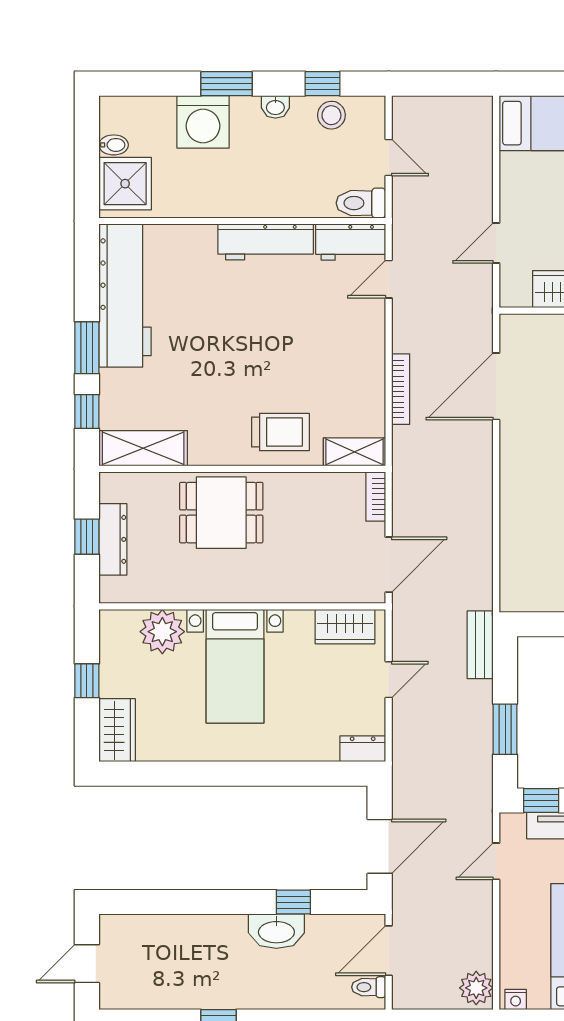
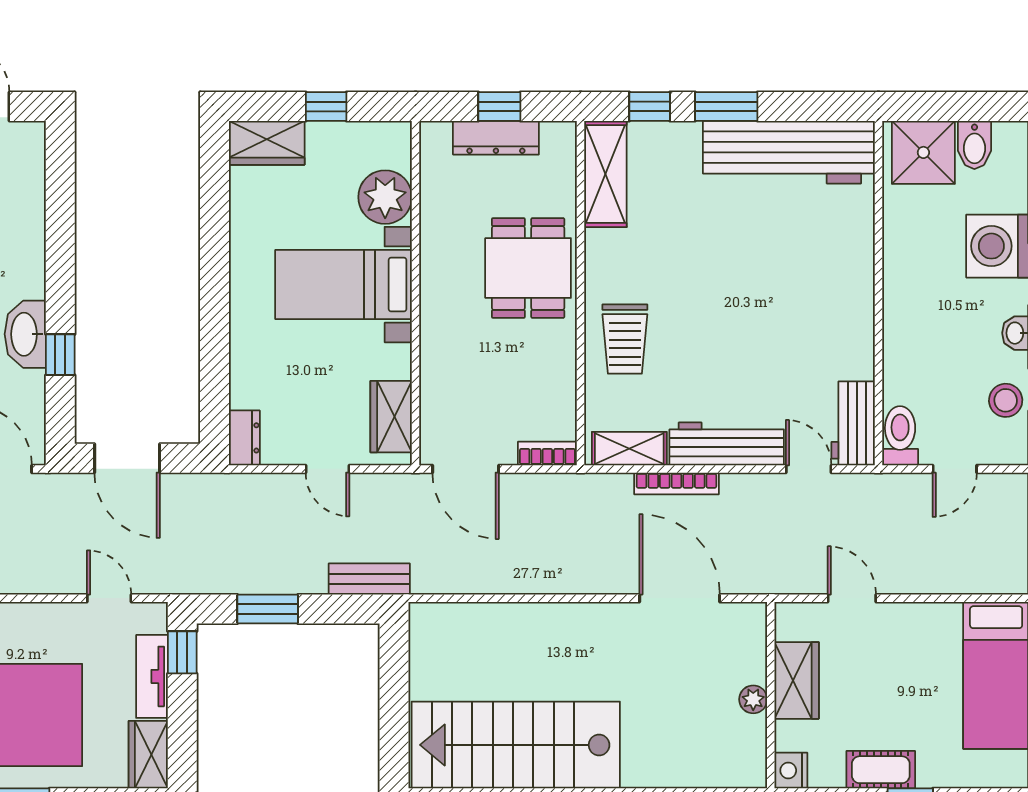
bidet: (114, 145) -> (974, 145), width x1.38, depth x1.36
workbench: (266, 242) -> (727, 444), moved, turned 90
shelving: (355, 452) -> (629, 449), moved, turned 90

